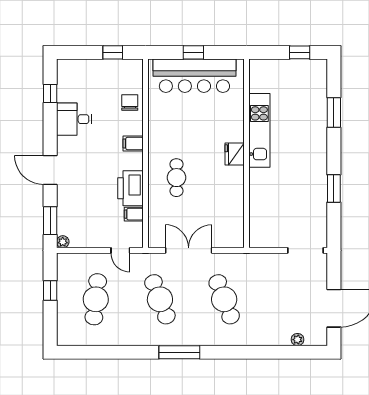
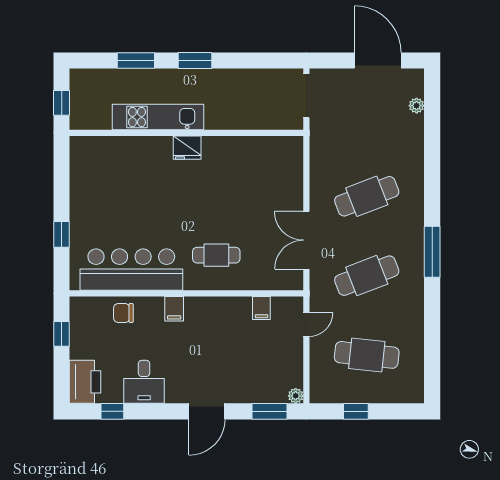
bar counter: (194, 76) -> (131, 270), moved, turned -90
kitchen unit: (259, 130) -> (158, 117), moved
wall: (247, 153) -> (186, 133), moved
fridge: (235, 154) -> (187, 148), moved
printer: (131, 188) -> (85, 382), moved, turned -90
window: (334, 188) -> (195, 61), moved

